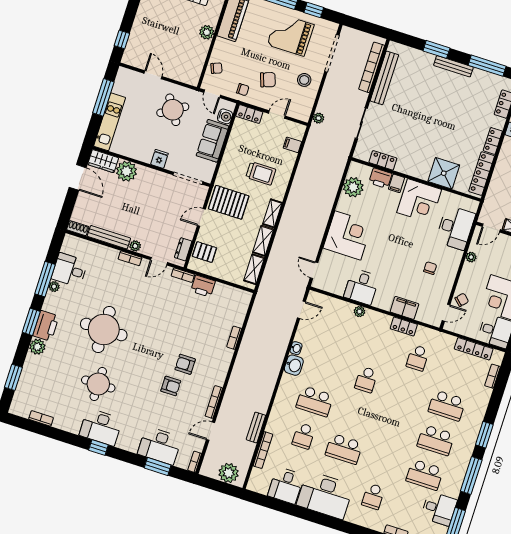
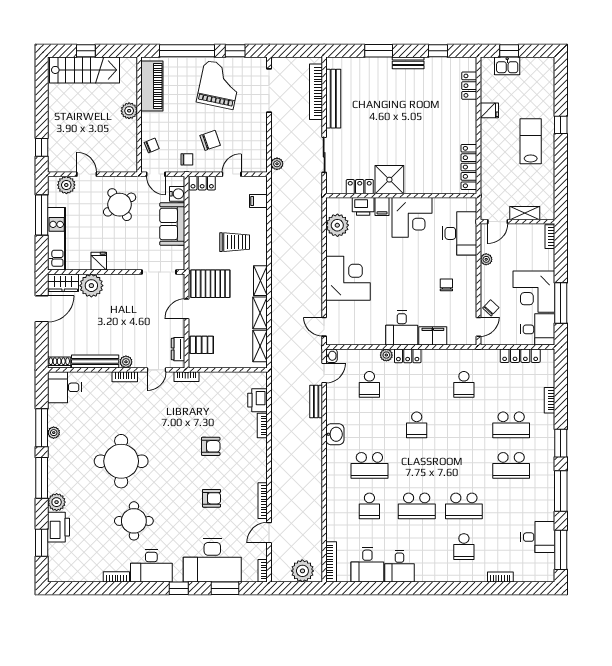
grand piano: (291, 35) -> (219, 85), turned 102
bench: (453, 66) -> (408, 63), width x0.73
window: (487, 66) -> (438, 51), width x0.46
plant: (133, 78) -> (66, 185), added
stool: (304, 80) -> (249, 128), removed
locker: (493, 141) -> (470, 129), removed
fridge: (159, 159) -> (99, 261), moved
shower: (444, 173) -> (389, 180), moved
door: (78, 177) -> (42, 309), hinge flipped
desk: (70, 270) -> (65, 387), moved
printer: (203, 286) -> (258, 400), moved, turned 90
desk: (362, 287) -> (402, 328), moved
window: (31, 322) -> (42, 478), width x1.44
printer: (46, 326) -> (59, 527), moved
locker: (404, 327) -> (408, 356), moved
school desk: (337, 332) -> (369, 384), added
washbasin: (296, 348) -> (332, 356), moved
armchair: (185, 364) -> (211, 446), moved, turned 180
bookcase: (493, 376) -> (549, 400), moved
bookcase: (41, 418) -> (116, 577), moved
bench: (256, 427) -> (316, 402), moved
desk: (160, 446) -> (212, 560), width x1.36, depth x1.30
window: (98, 447) -> (179, 588), moved
bookcase: (263, 450) -> (331, 562), moved
school desk: (425, 475) -> (464, 506), moved
desk: (325, 495) -> (399, 566), width x0.53, depth x0.77

